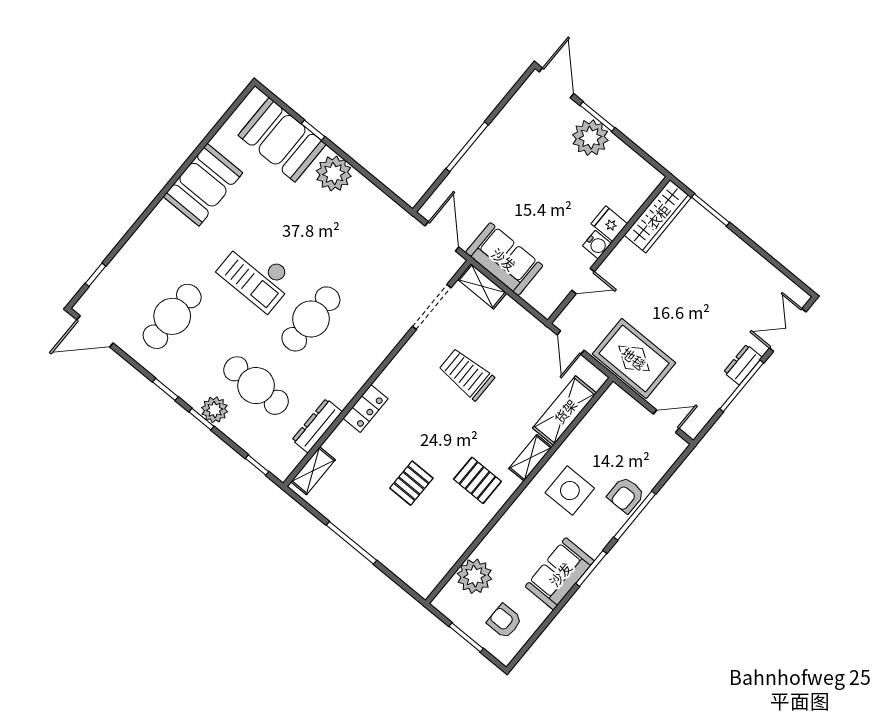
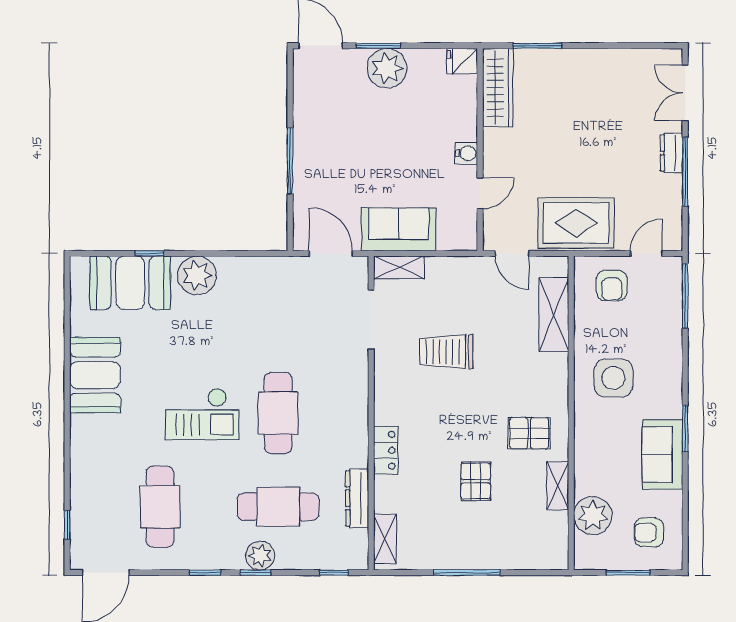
fridge: (609, 224) -> (462, 61), moved
shelving: (530, 458) -> (558, 486), moved
armchair: (626, 495) -> (612, 285), moved
window: (635, 516) -> (685, 296), moved

